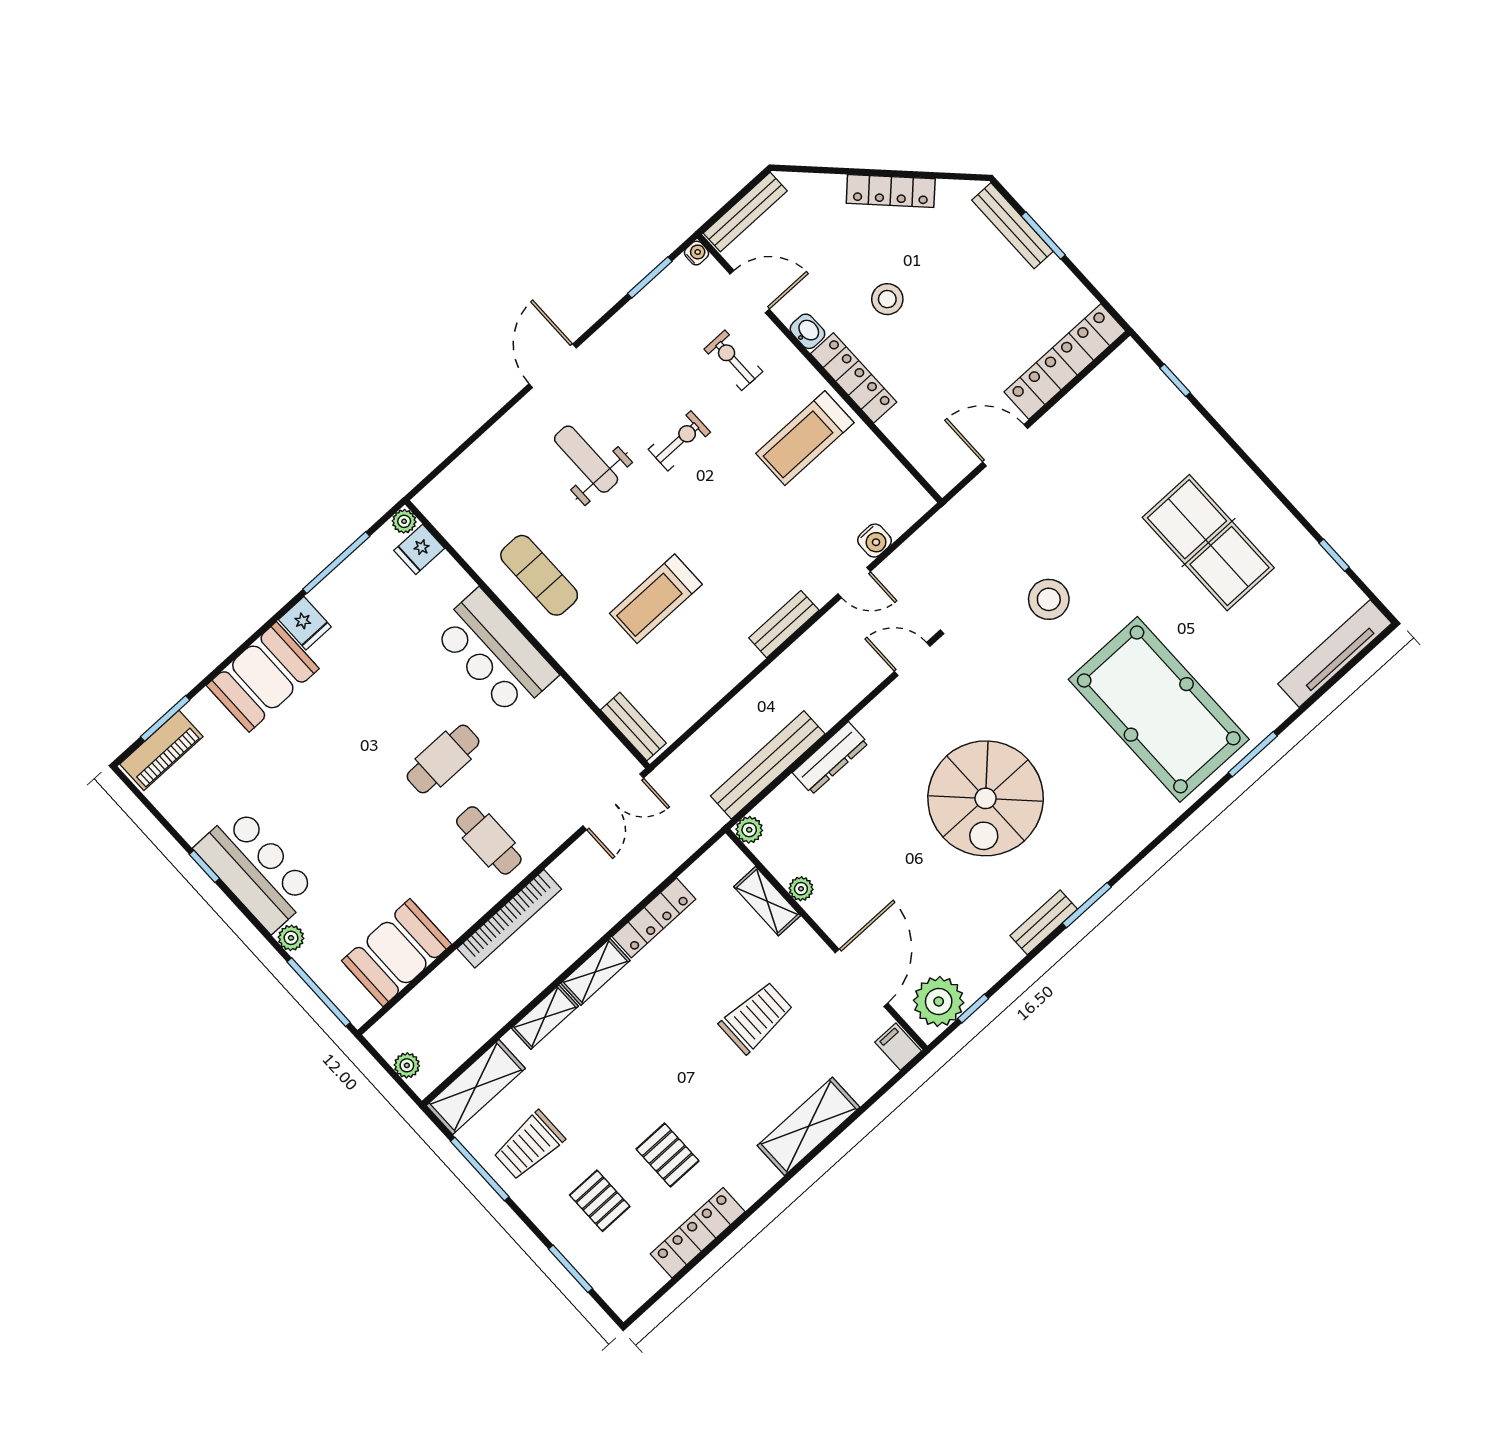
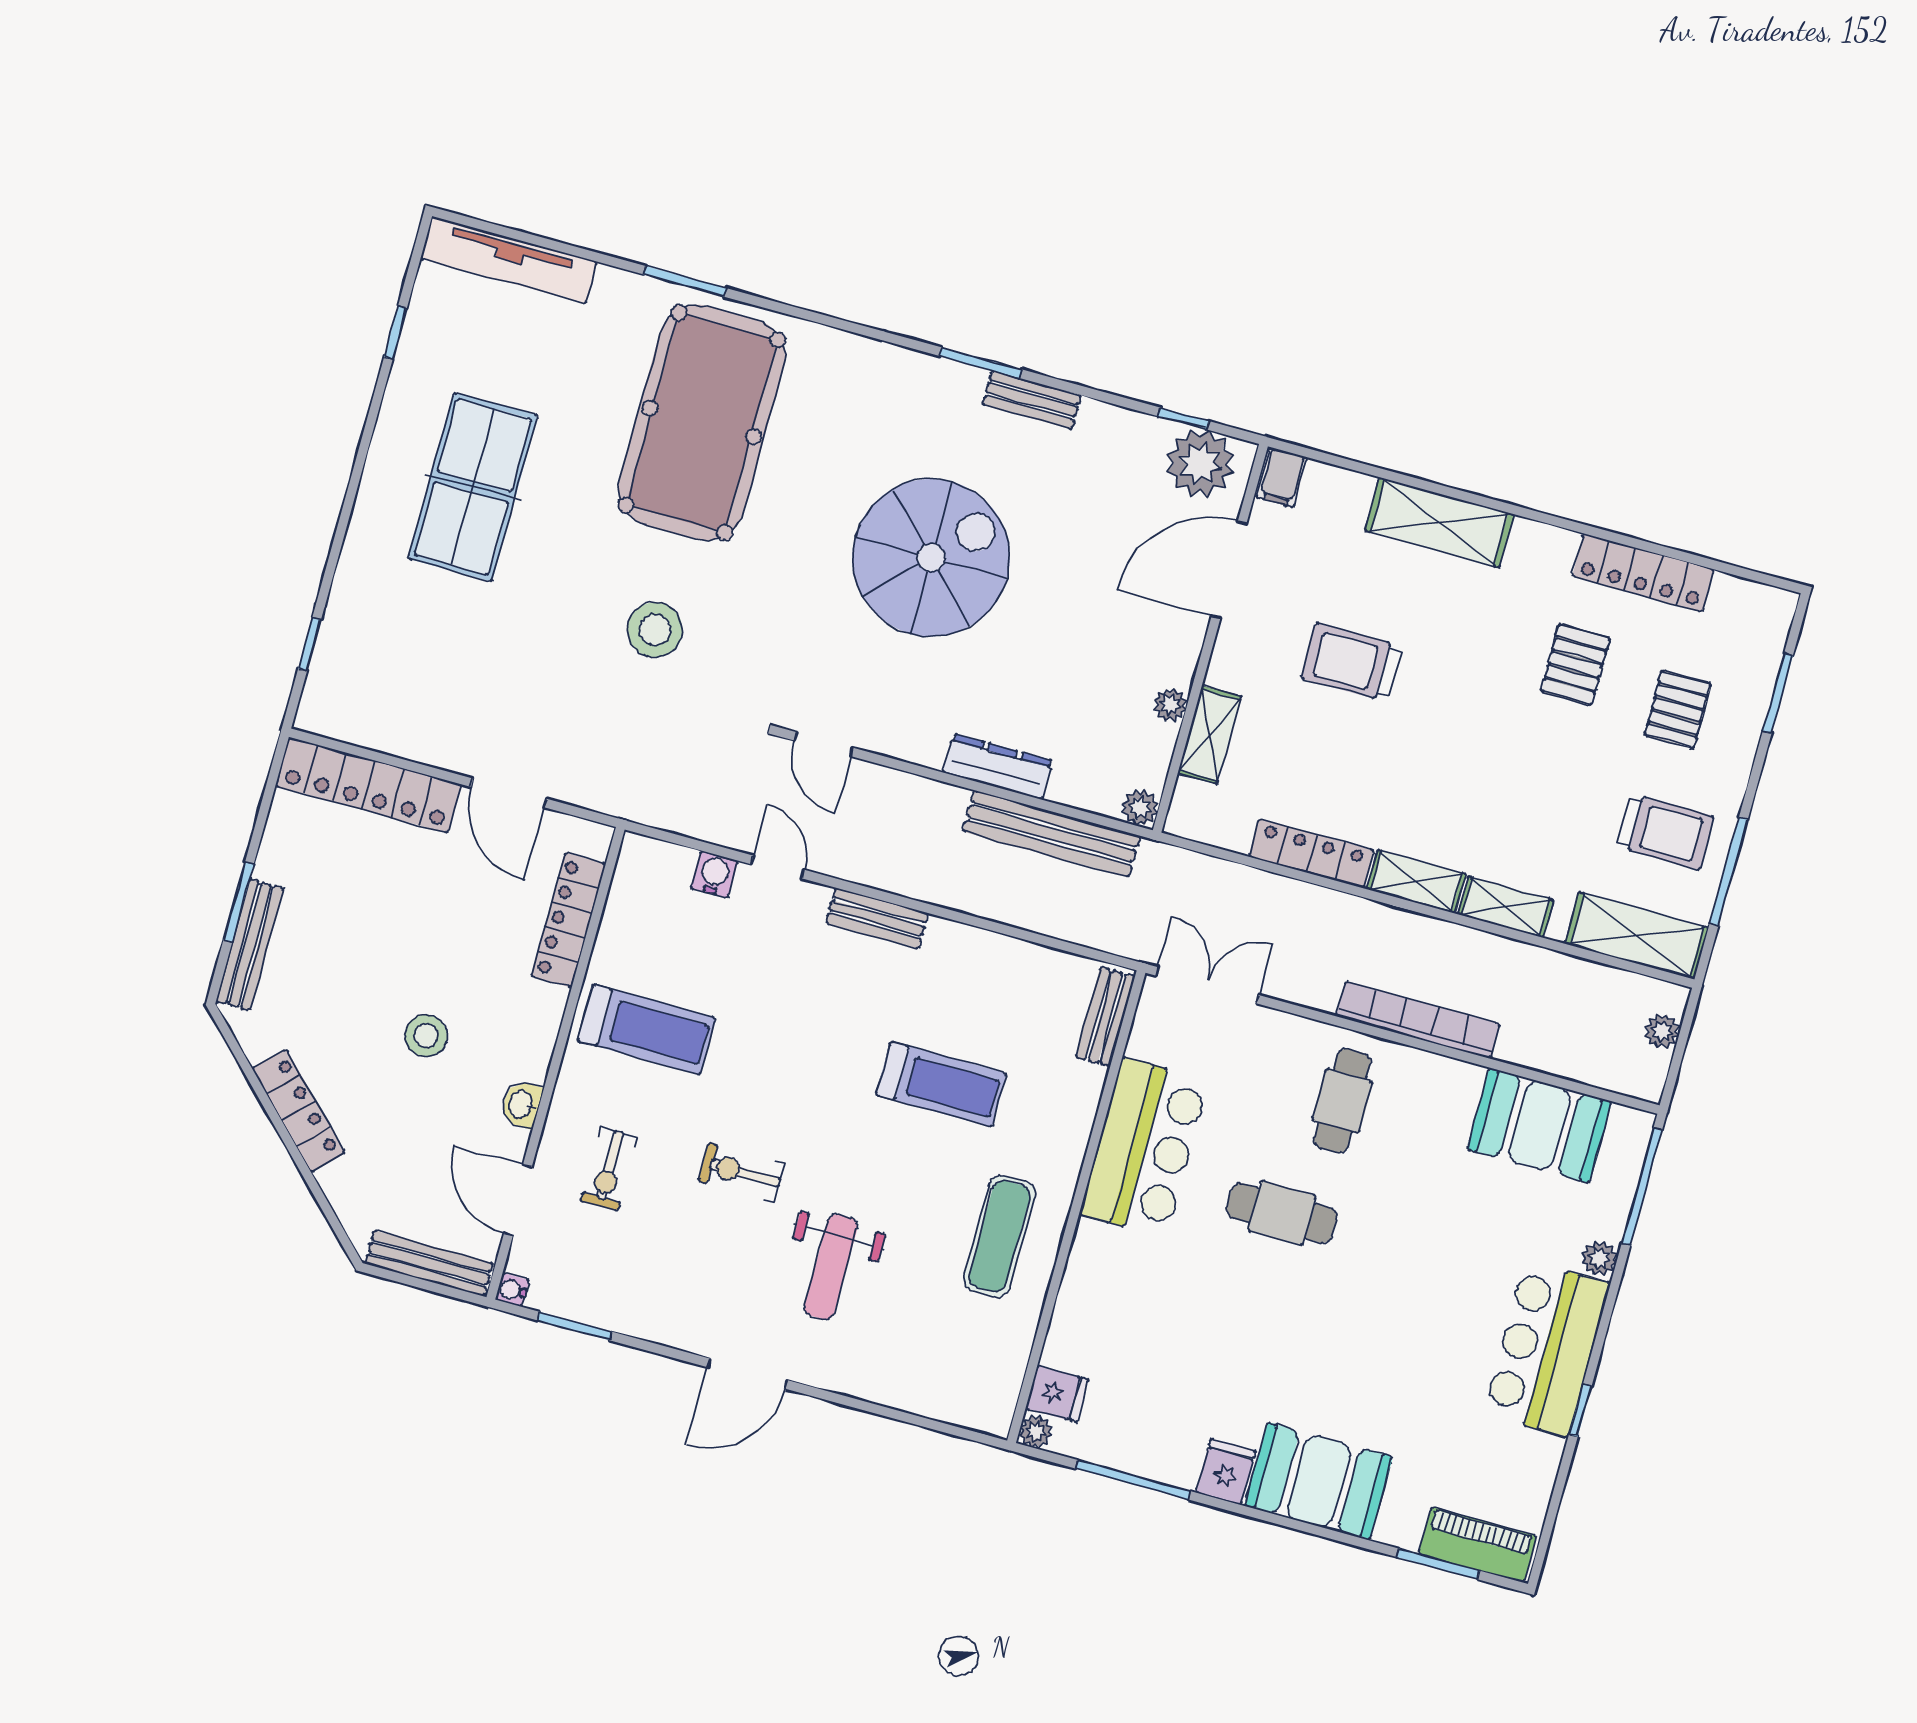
locker: (854, 378) -> (568, 920), moved
bar counter: (495, 653) -> (1144, 1147), moved

